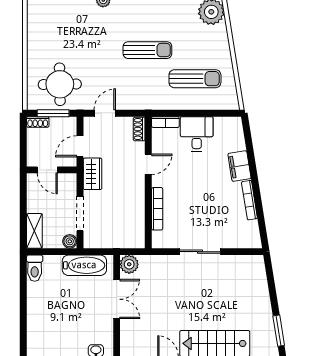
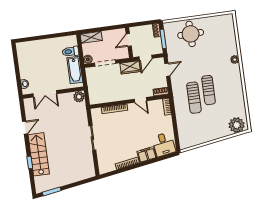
sun lounger: (195, 79) -> (194, 98), moved
round table: (60, 84) -> (191, 34), moved
door: (105, 113) -> (167, 70), hinge flipped
desk: (197, 134) -> (164, 144), moved, turned 81
door: (80, 146) -> (145, 58), swing flipped
toilet: (35, 268) -> (70, 52), moved
double door: (117, 299) -> (45, 94), moved

